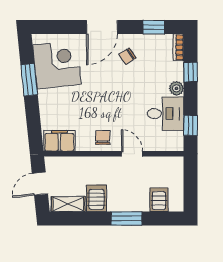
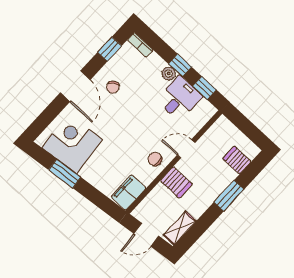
window: (190, 72) -> (180, 65), moved
door: (40, 184) -> (146, 235), hinge flipped
server rack: (96, 198) -> (176, 182), moved, turned 180

